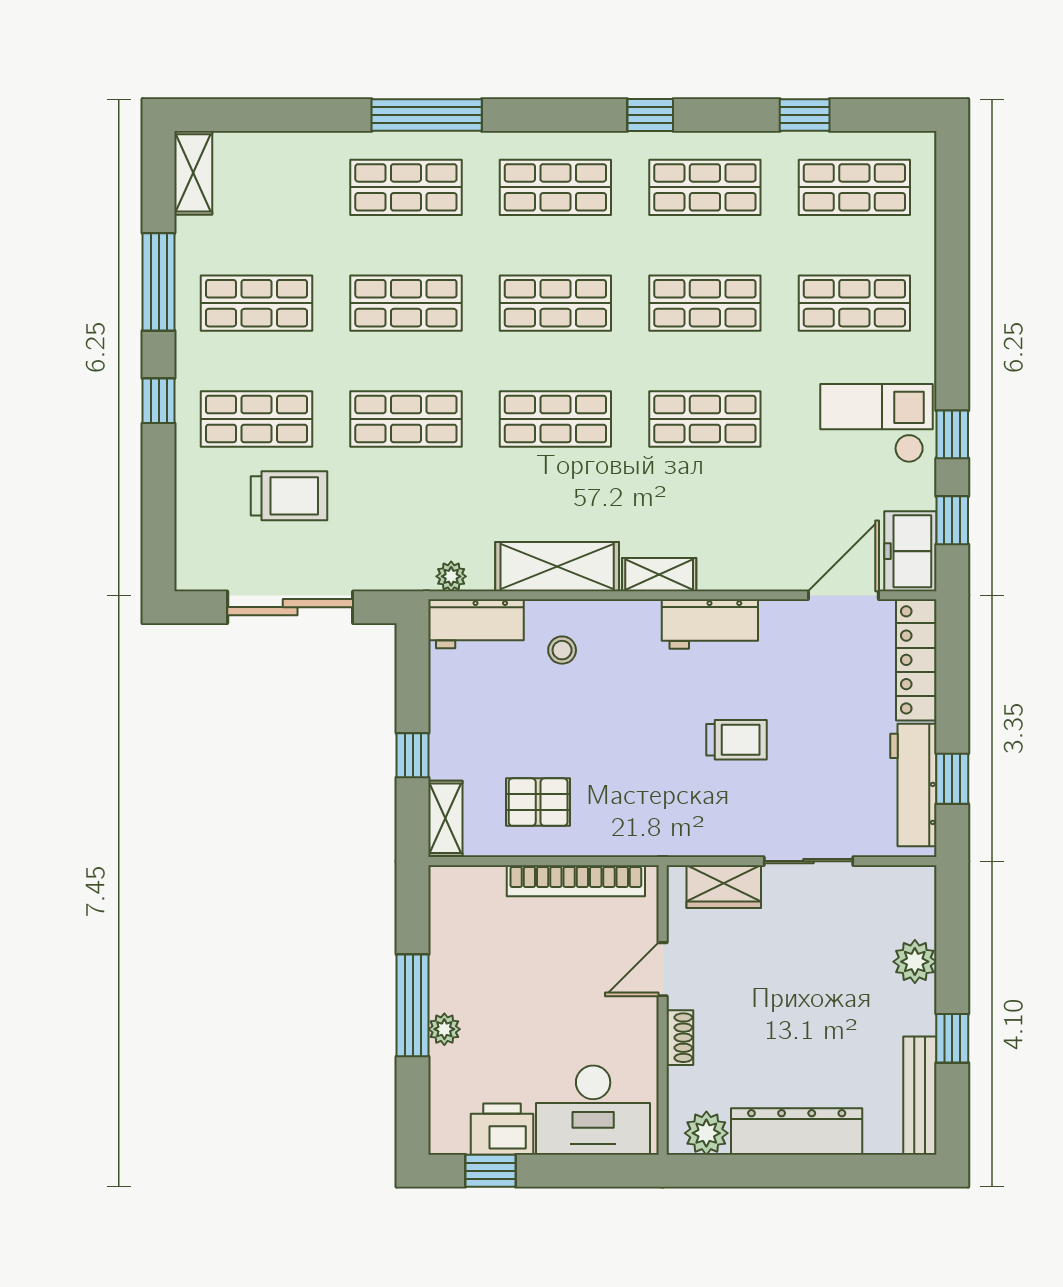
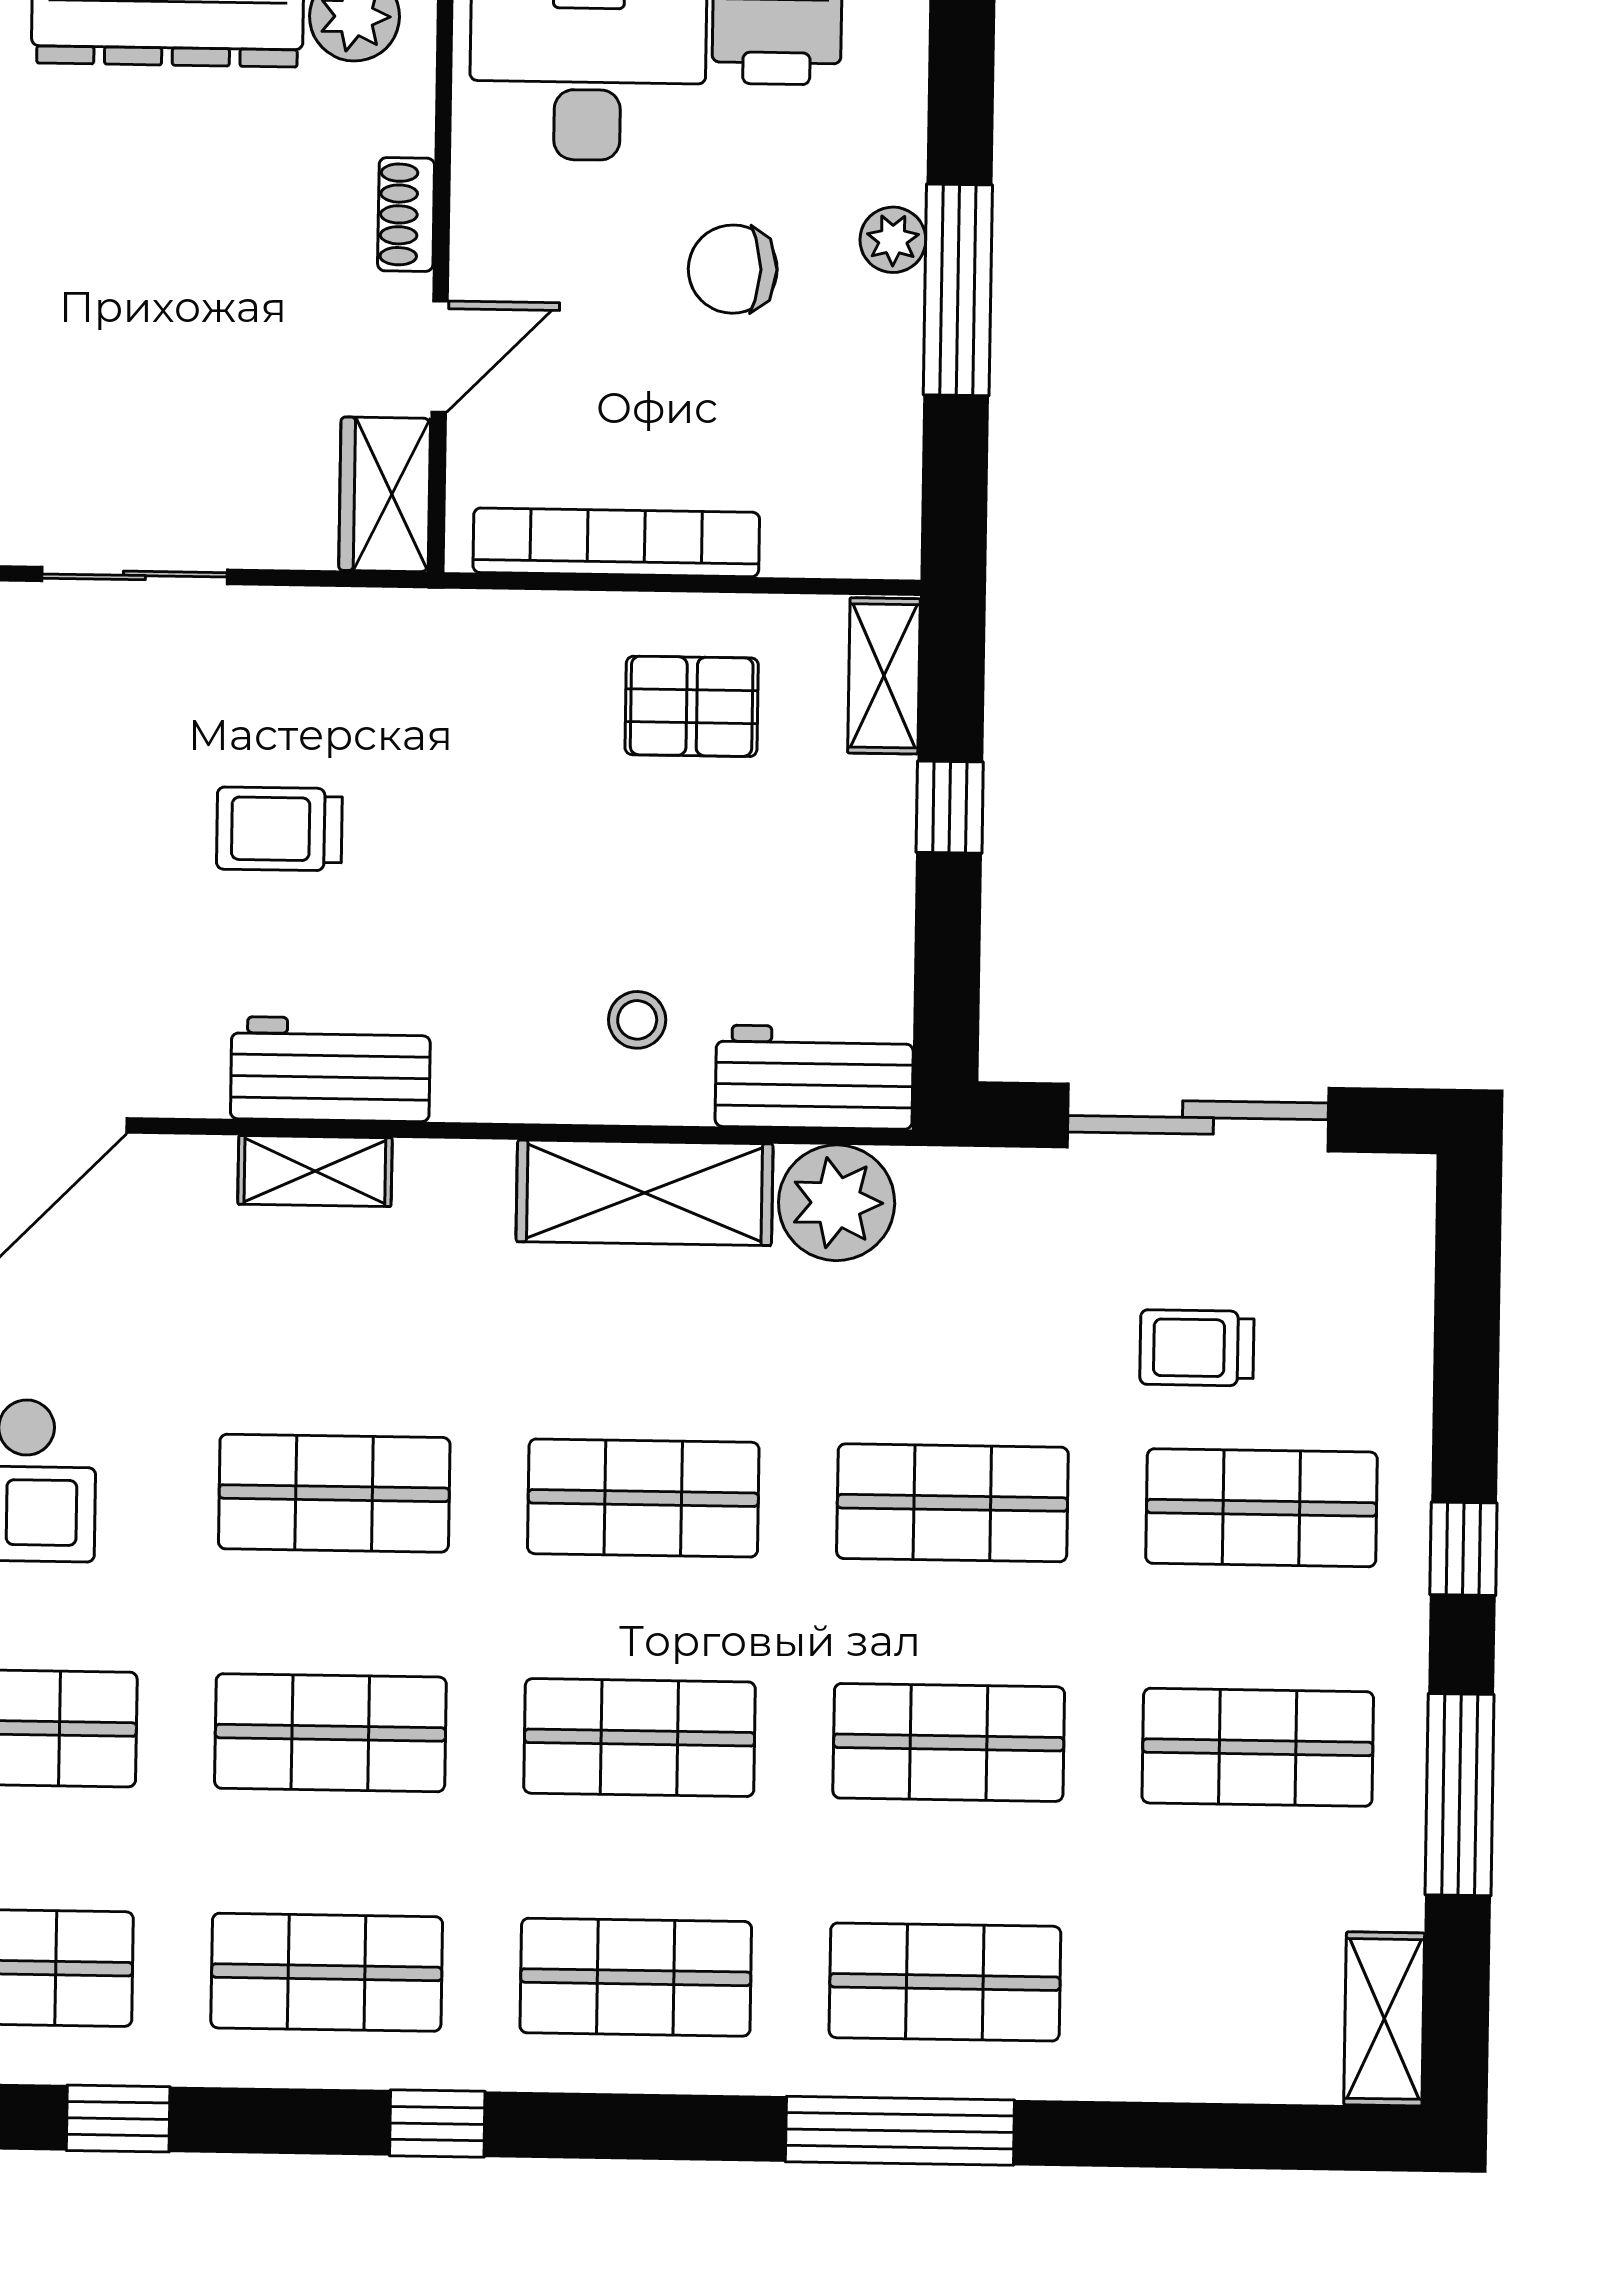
trolley: (289, 496) -> (1197, 1348), width x0.73, depth x0.72
shelving: (659, 575) -> (315, 1171), moved
plant: (451, 576) -> (837, 1203), width x1.87, depth x1.87
wardrobe: (724, 887) -> (385, 494), moved, turned -90
chair: (522, 1014) -> (733, 269), added

